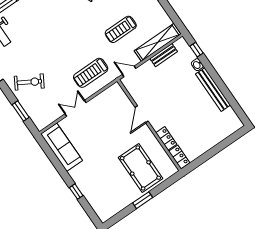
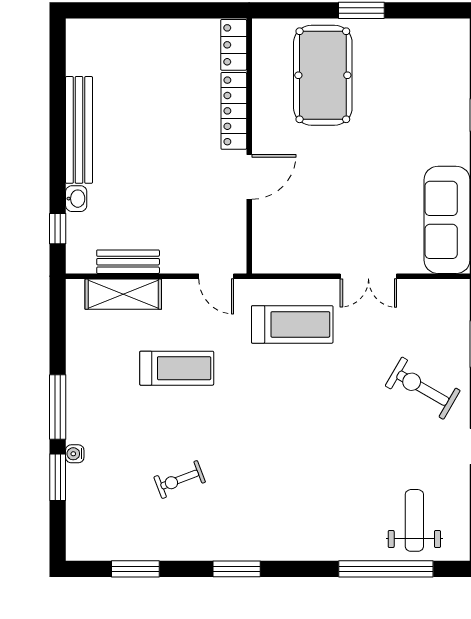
shelving: (158, 42) -> (123, 294), width x0.68
locker: (166, 138) -> (234, 111), width x1.53

